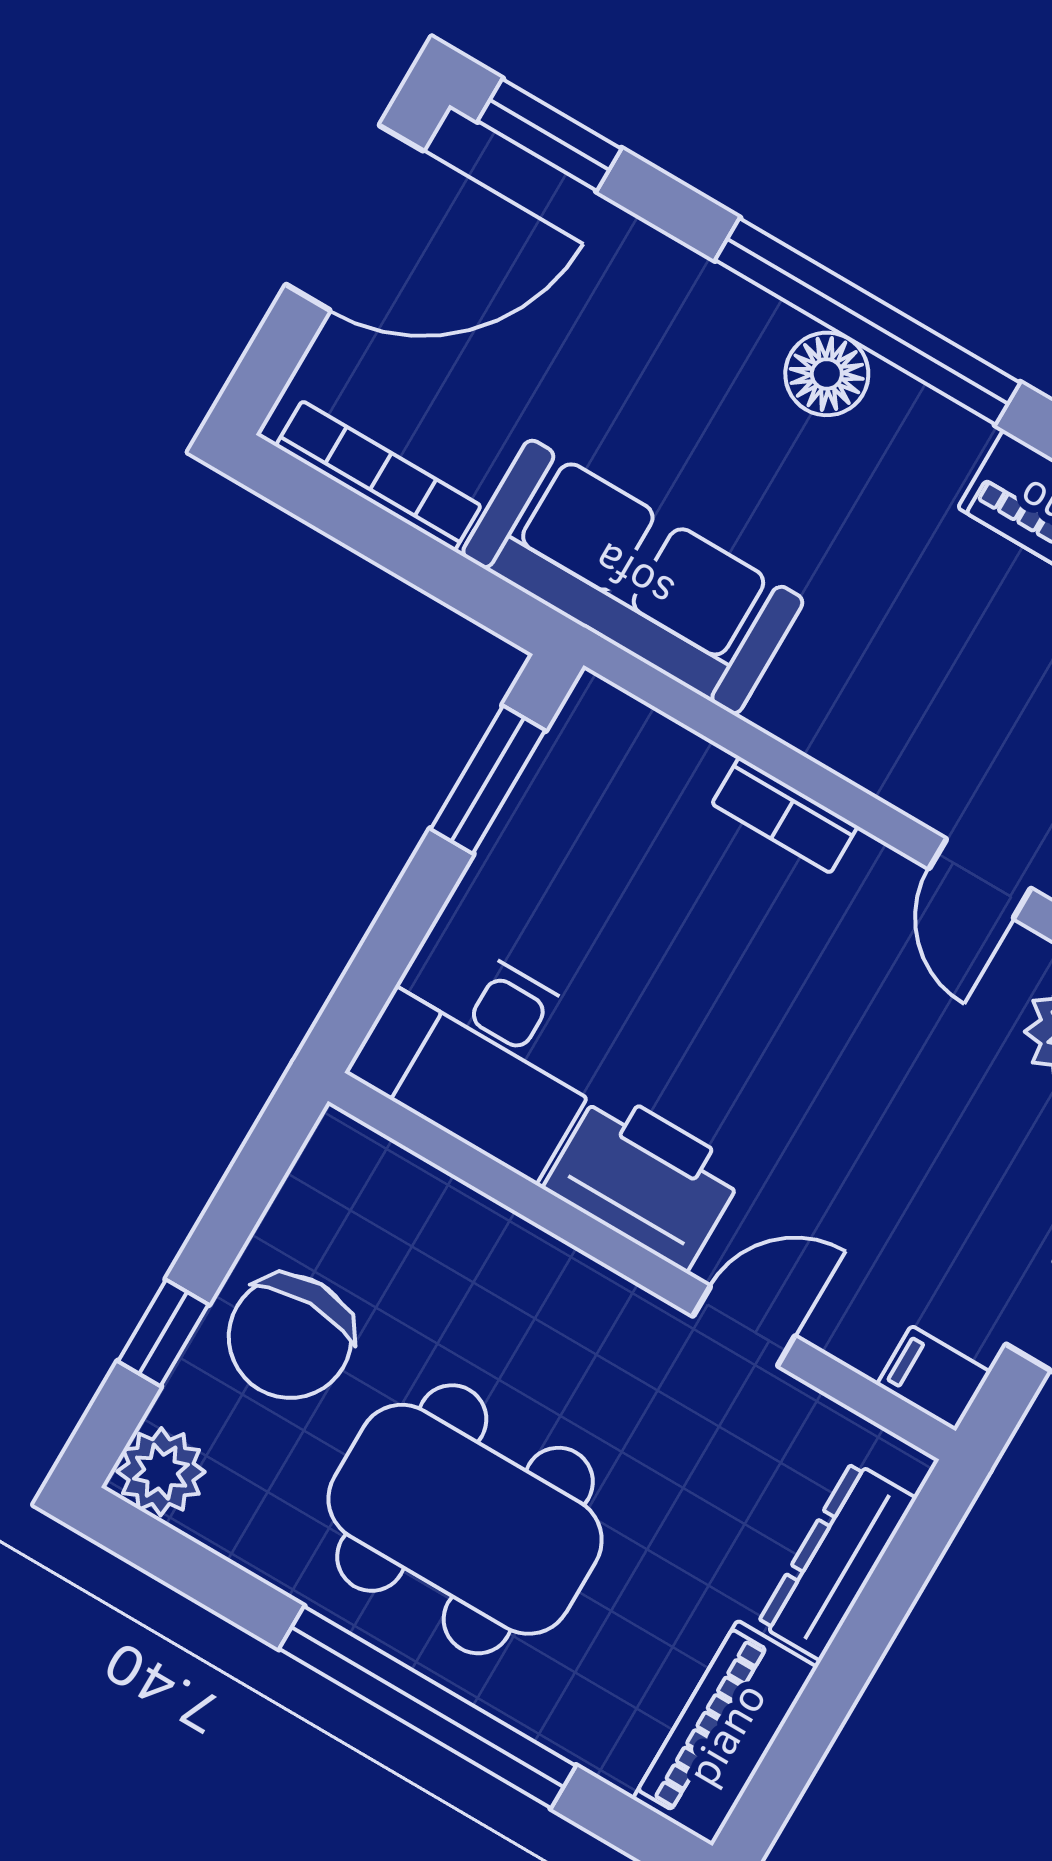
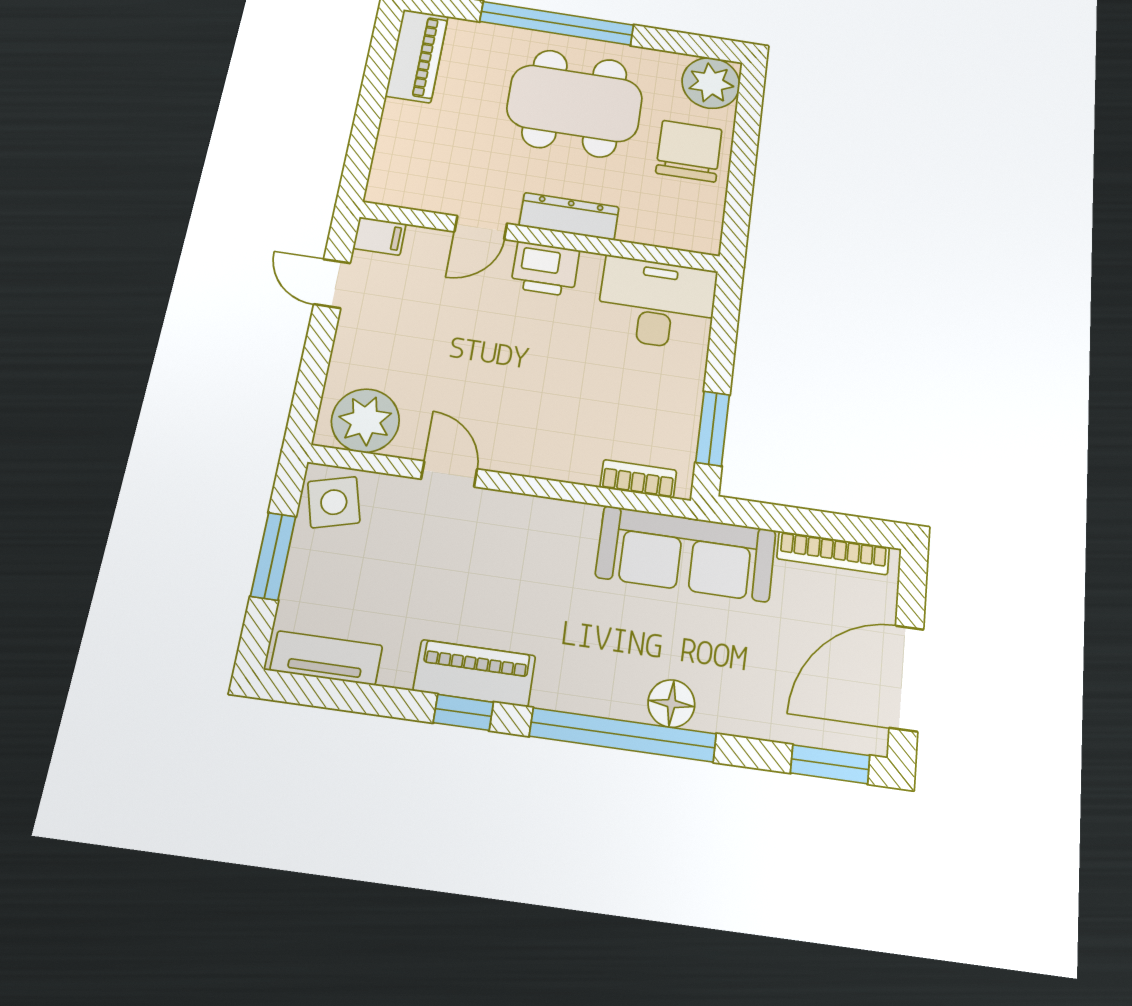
floor lamp: (827, 374) -> (671, 704), moved
bookcase: (785, 815) -> (638, 479), moved
printer: (645, 1179) -> (545, 269), width x0.73, depth x0.84
window: (163, 1333) -> (746, 133), removed
plant: (161, 1472) -> (711, 83), width x1.36, depth x1.36
dresser: (837, 1561) -> (569, 216), moved, turned -90

